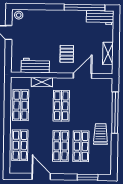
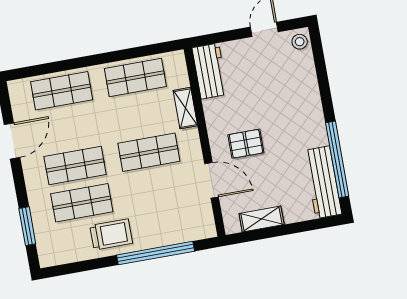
workbench: (100, 18) -> (323, 182), width x1.38
workbench: (35, 66) -> (210, 71), moved

